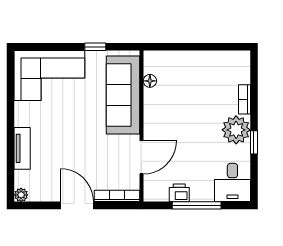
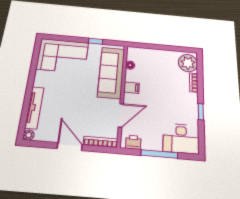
filing cabinet: (154, 116) -> (132, 88), added
plant: (236, 130) -> (188, 63), moved
tv unit: (22, 148) -> (34, 108), width x1.41
desk: (232, 182) -> (181, 139), width x1.37
printer: (179, 193) -> (133, 142), moved

